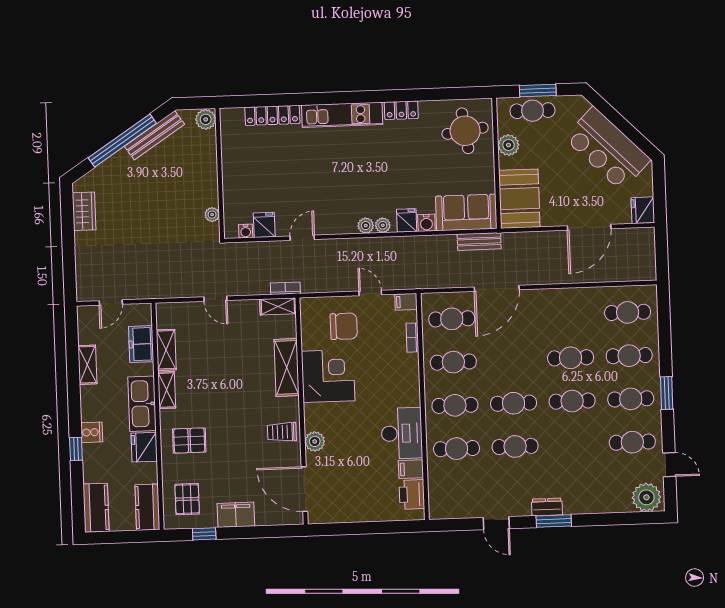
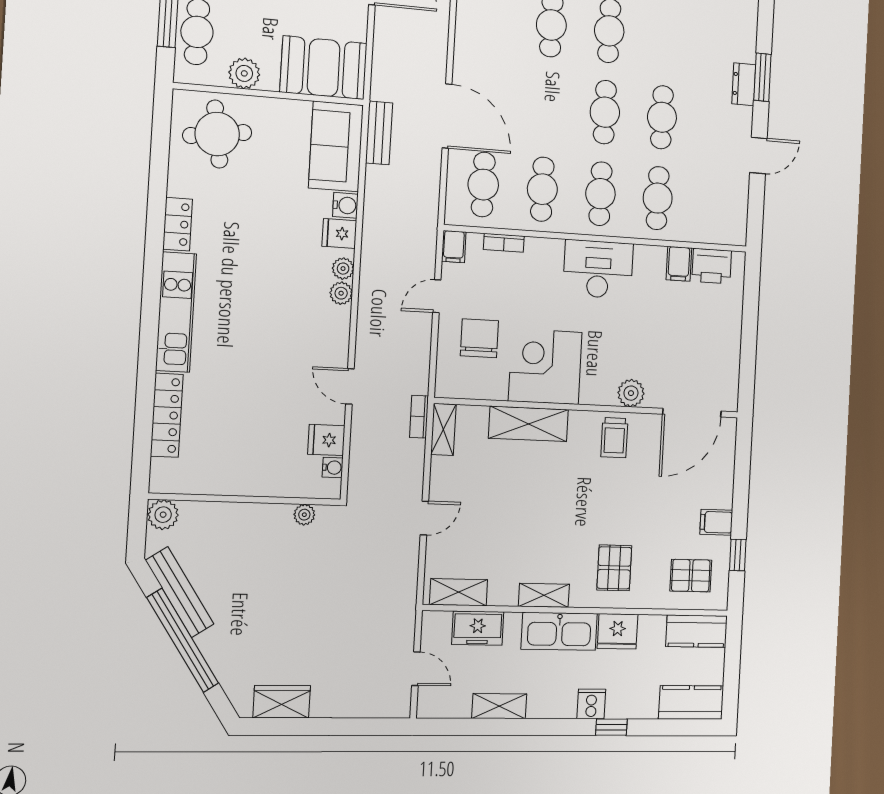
shelving: (166, 350) -> (459, 592), moved
desk: (402, 433) -> (598, 269), moved
filing cabinet: (236, 515) -> (716, 522), width x0.50

